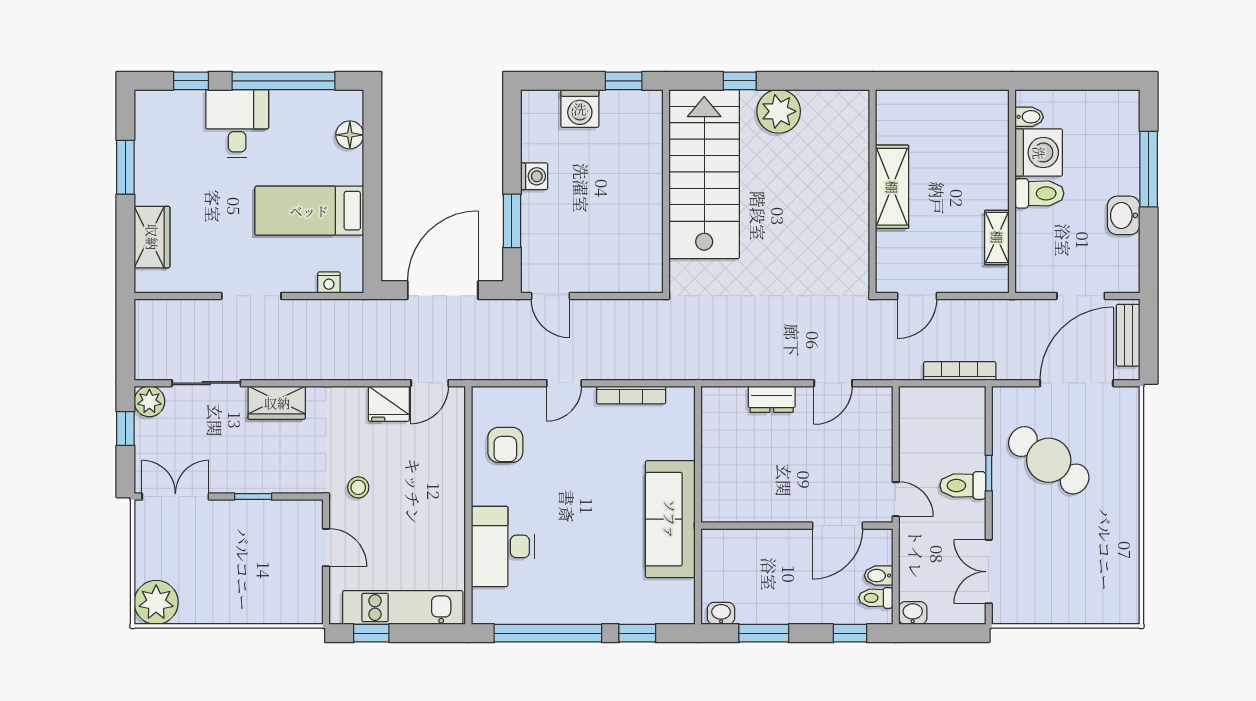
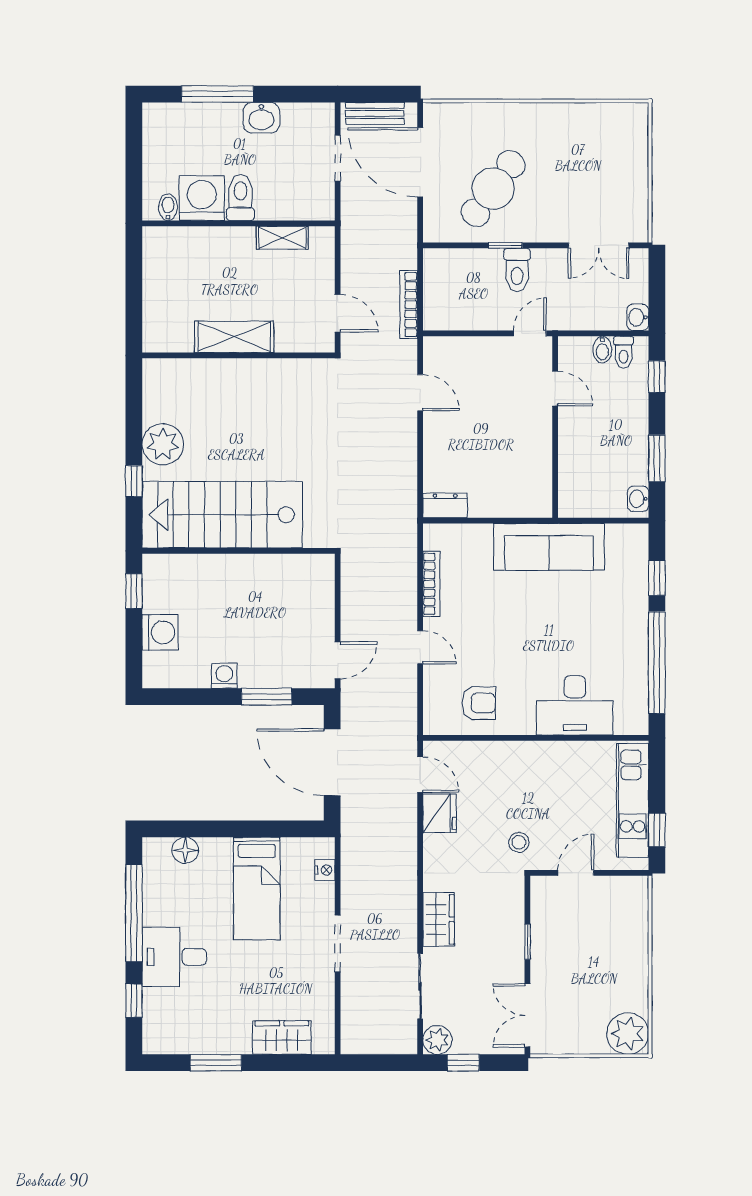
bookcase: (960, 371) -> (409, 305), moved
dresser: (772, 399) -> (445, 505), moved, turned -90
door: (837, 526) -> (555, 389), width x0.73

